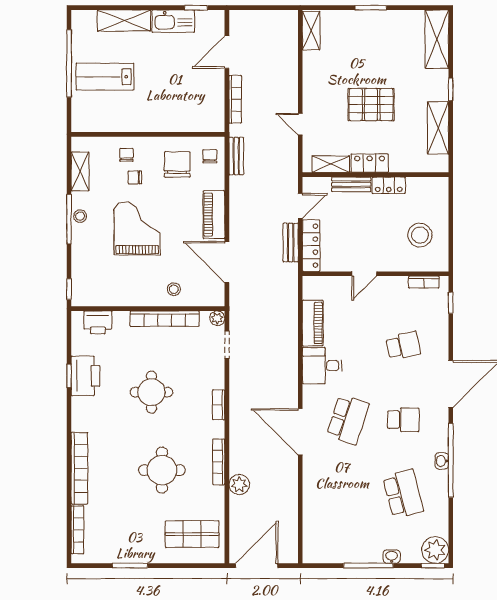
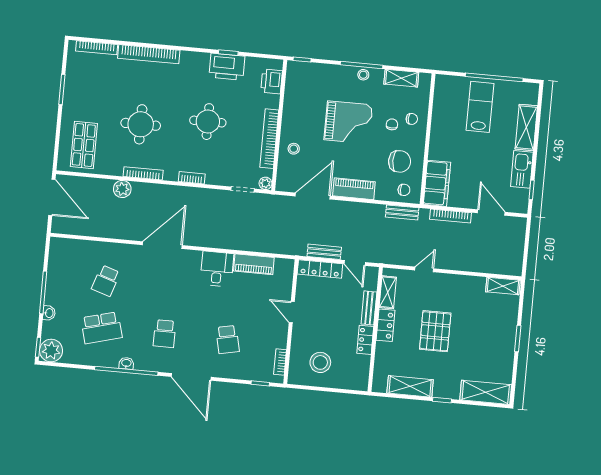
filing cabinet: (199, 119) -> (437, 183), added
school desk: (348, 420) -> (106, 281), moved, width x0.54

